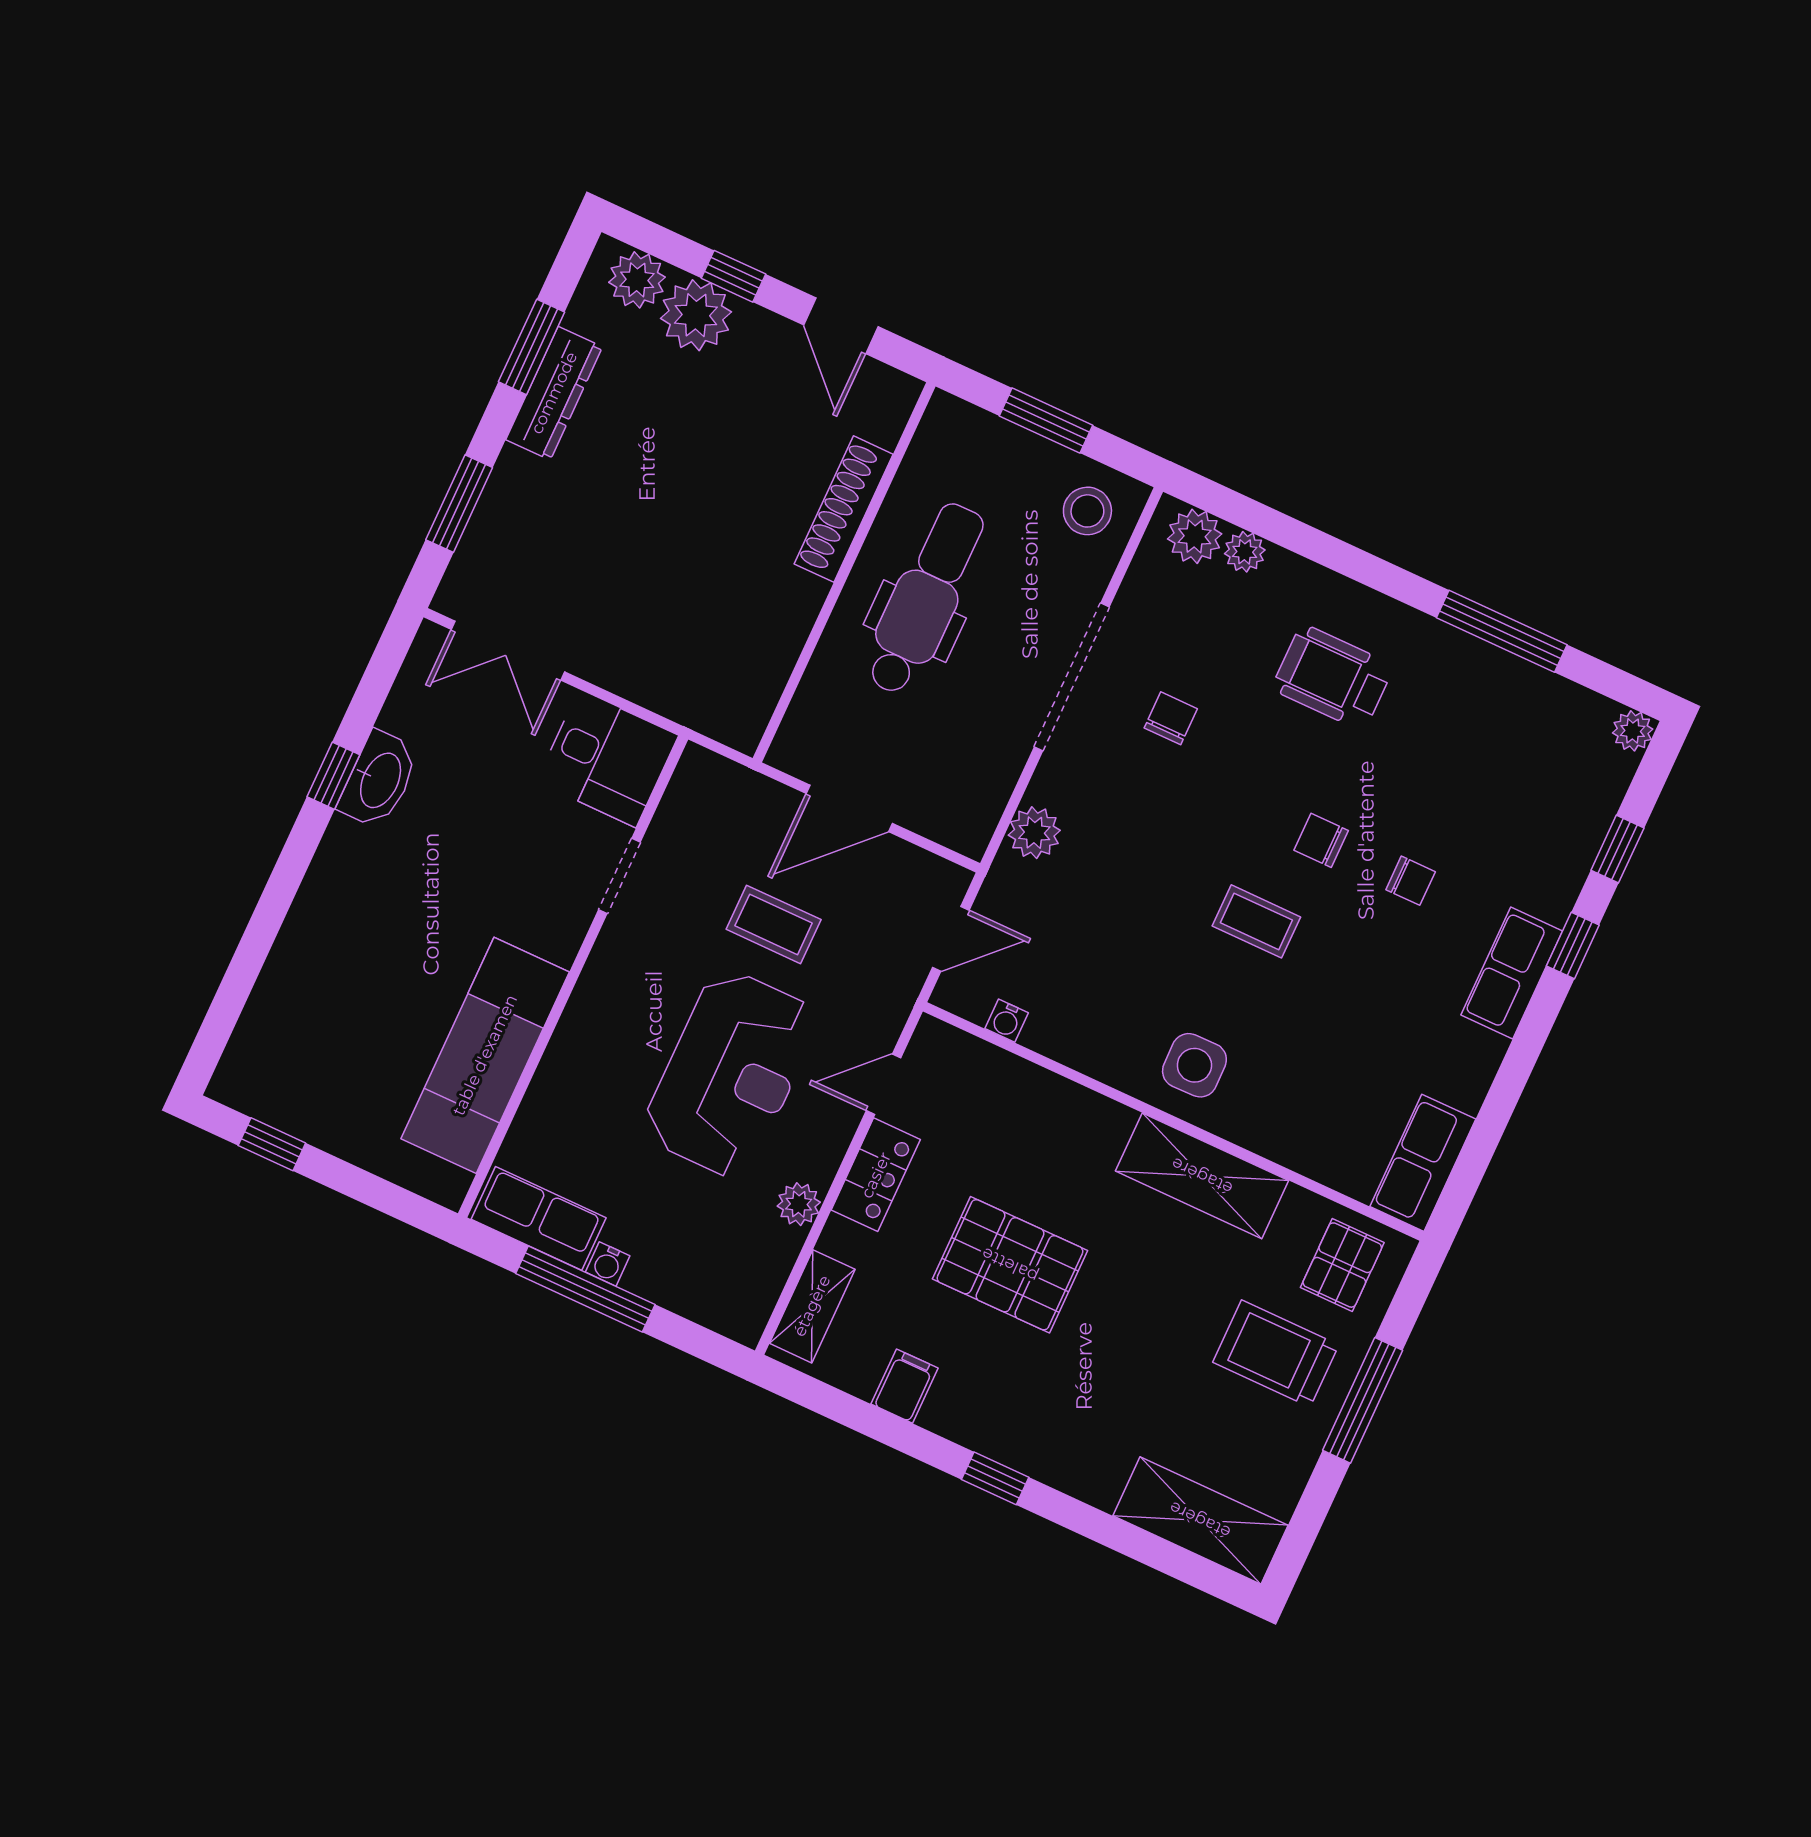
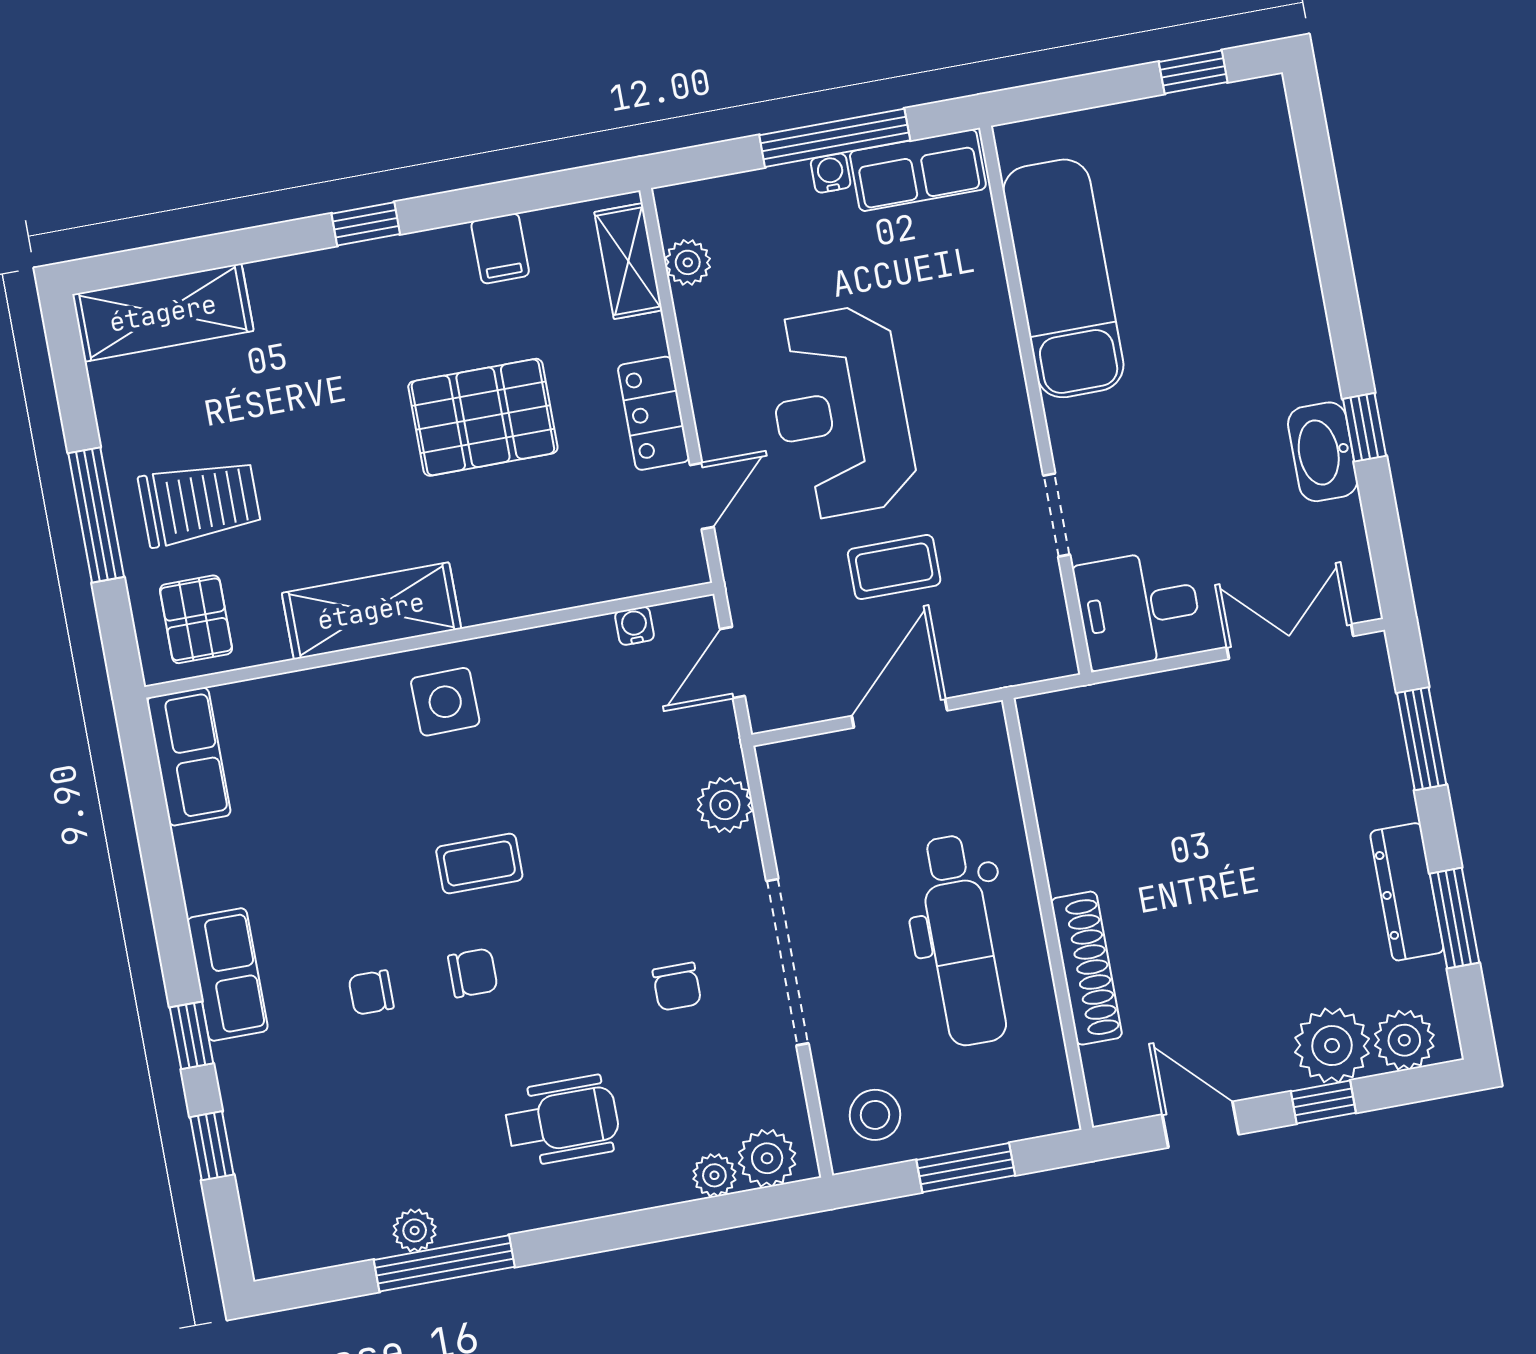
plant: (1633, 731) -> (415, 1230), moved
plant: (799, 1204) -> (688, 262), moved

